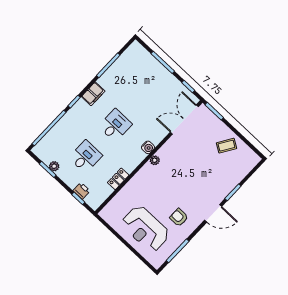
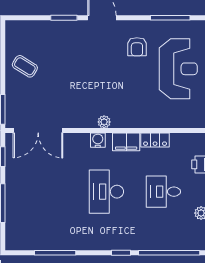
filing cabinet: (93, 94) -> (126, 142), moved, turned 180
desk: (115, 125) -> (106, 192), width x1.37

